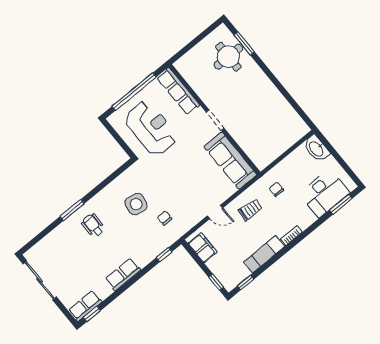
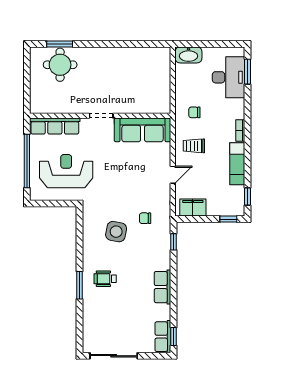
trolley: (250, 210) -> (194, 146), turned -95

